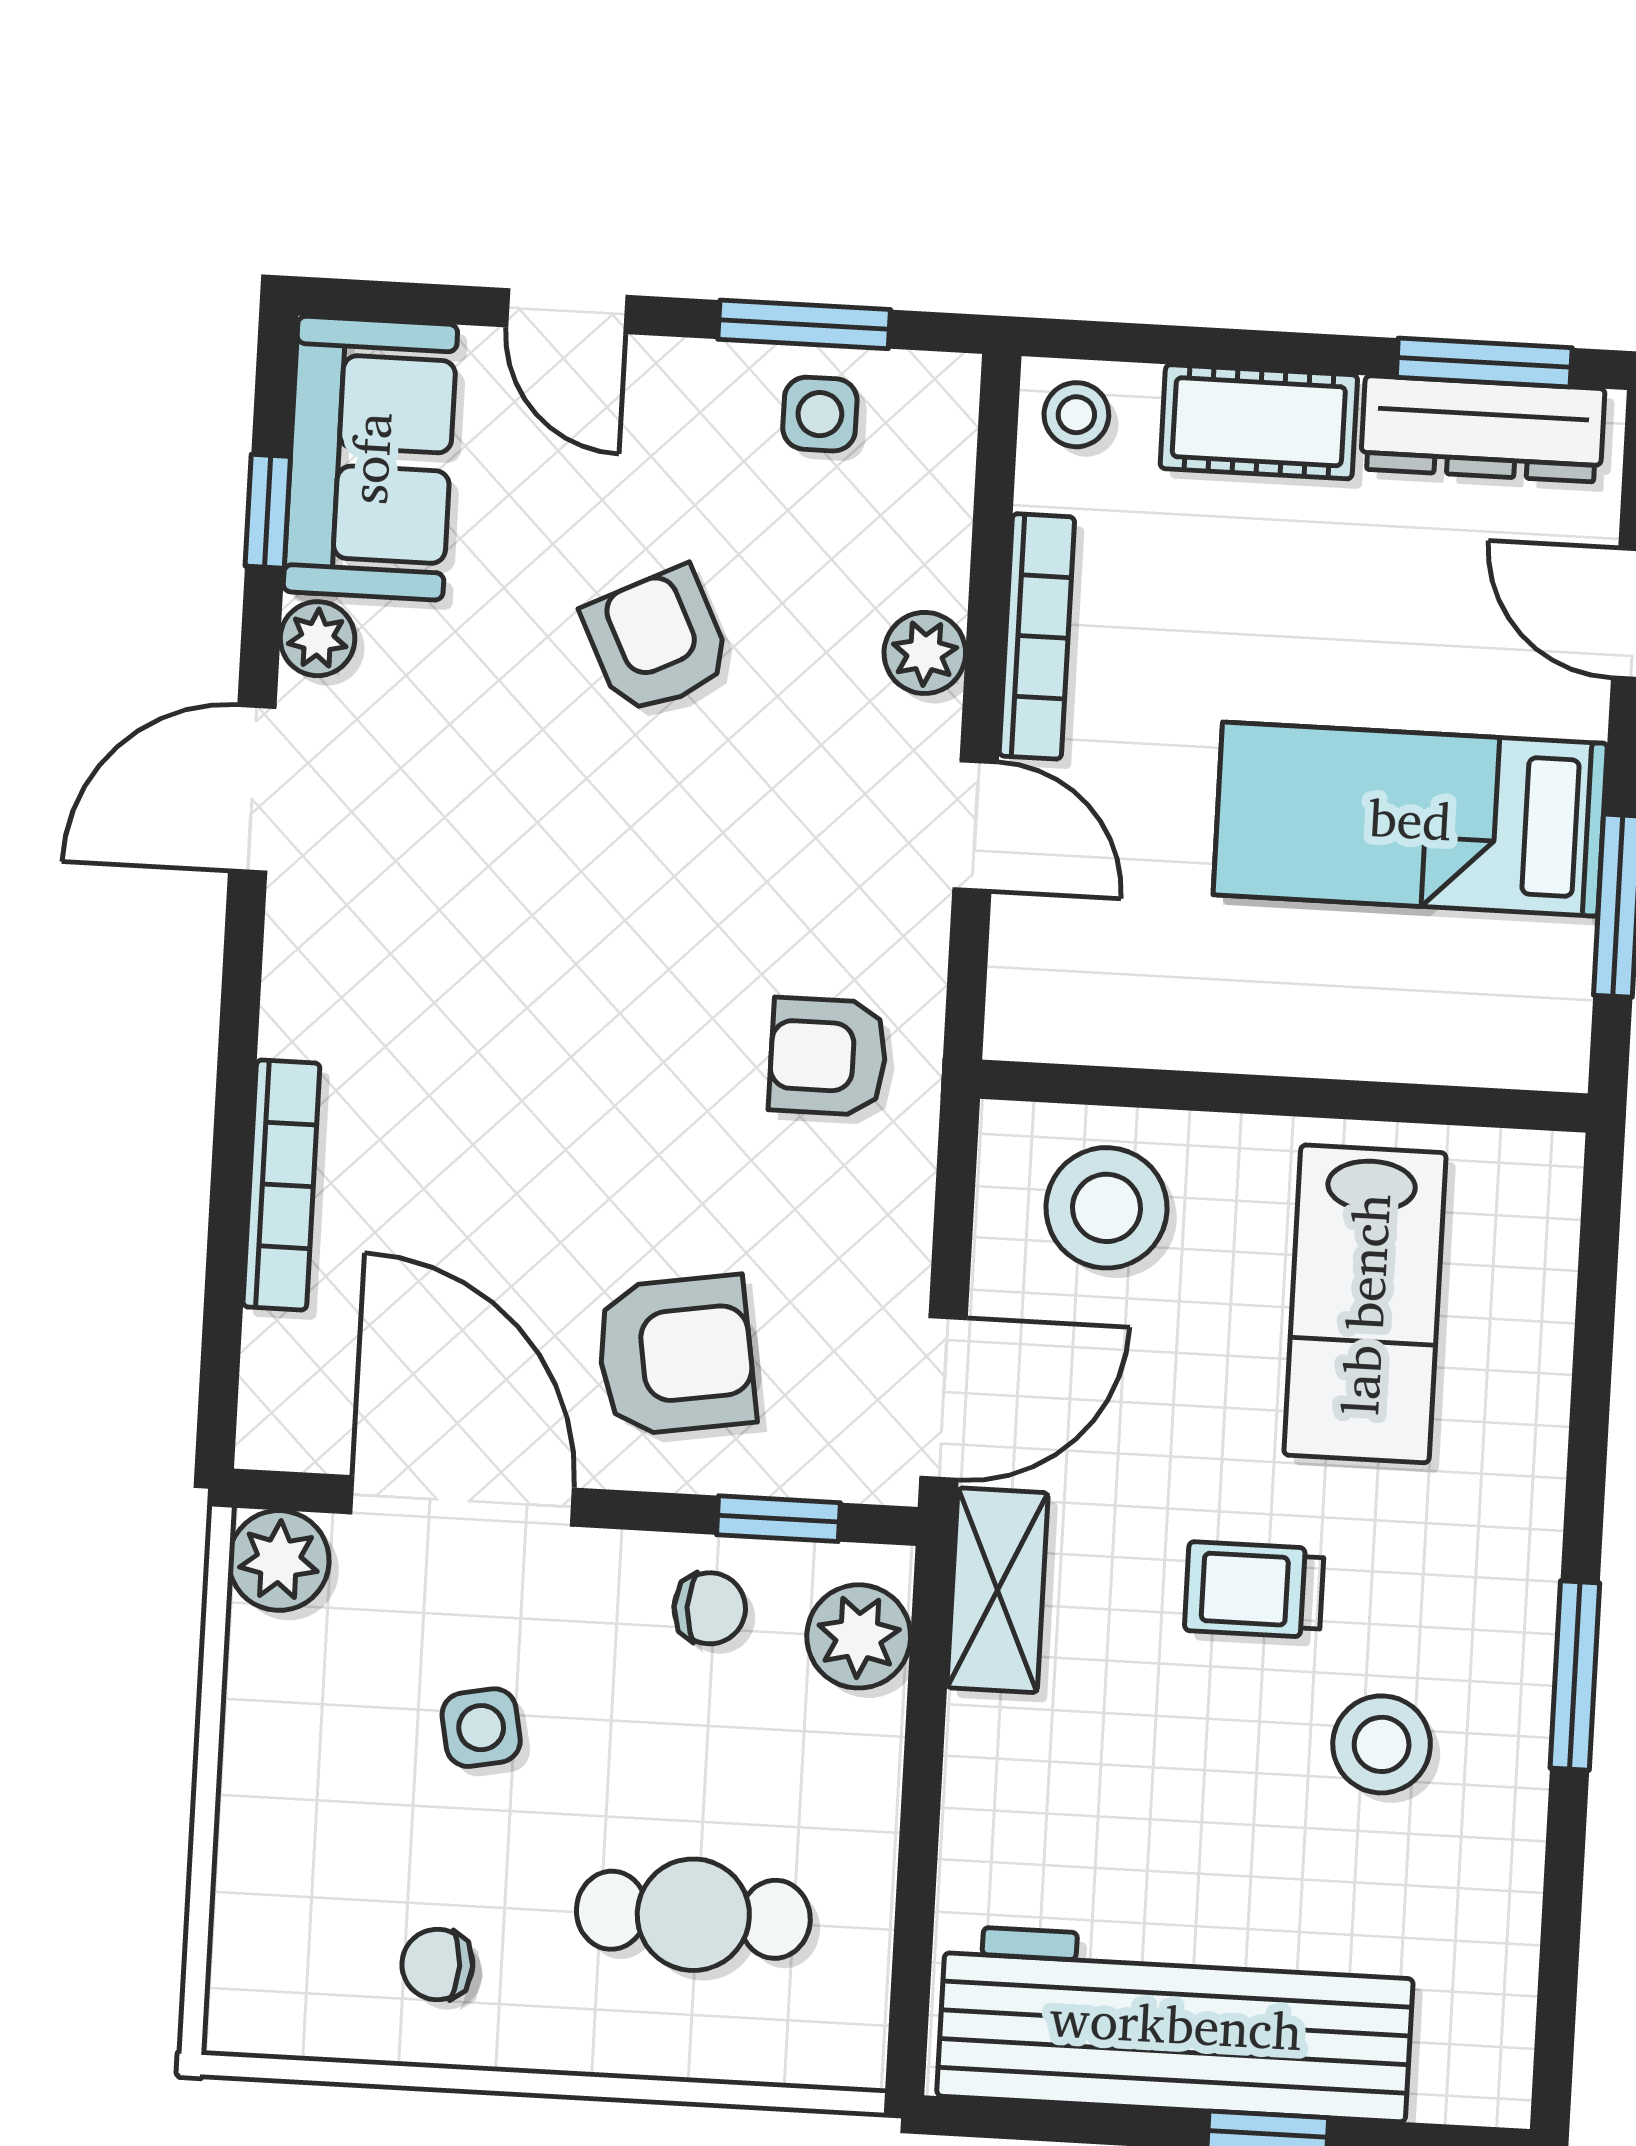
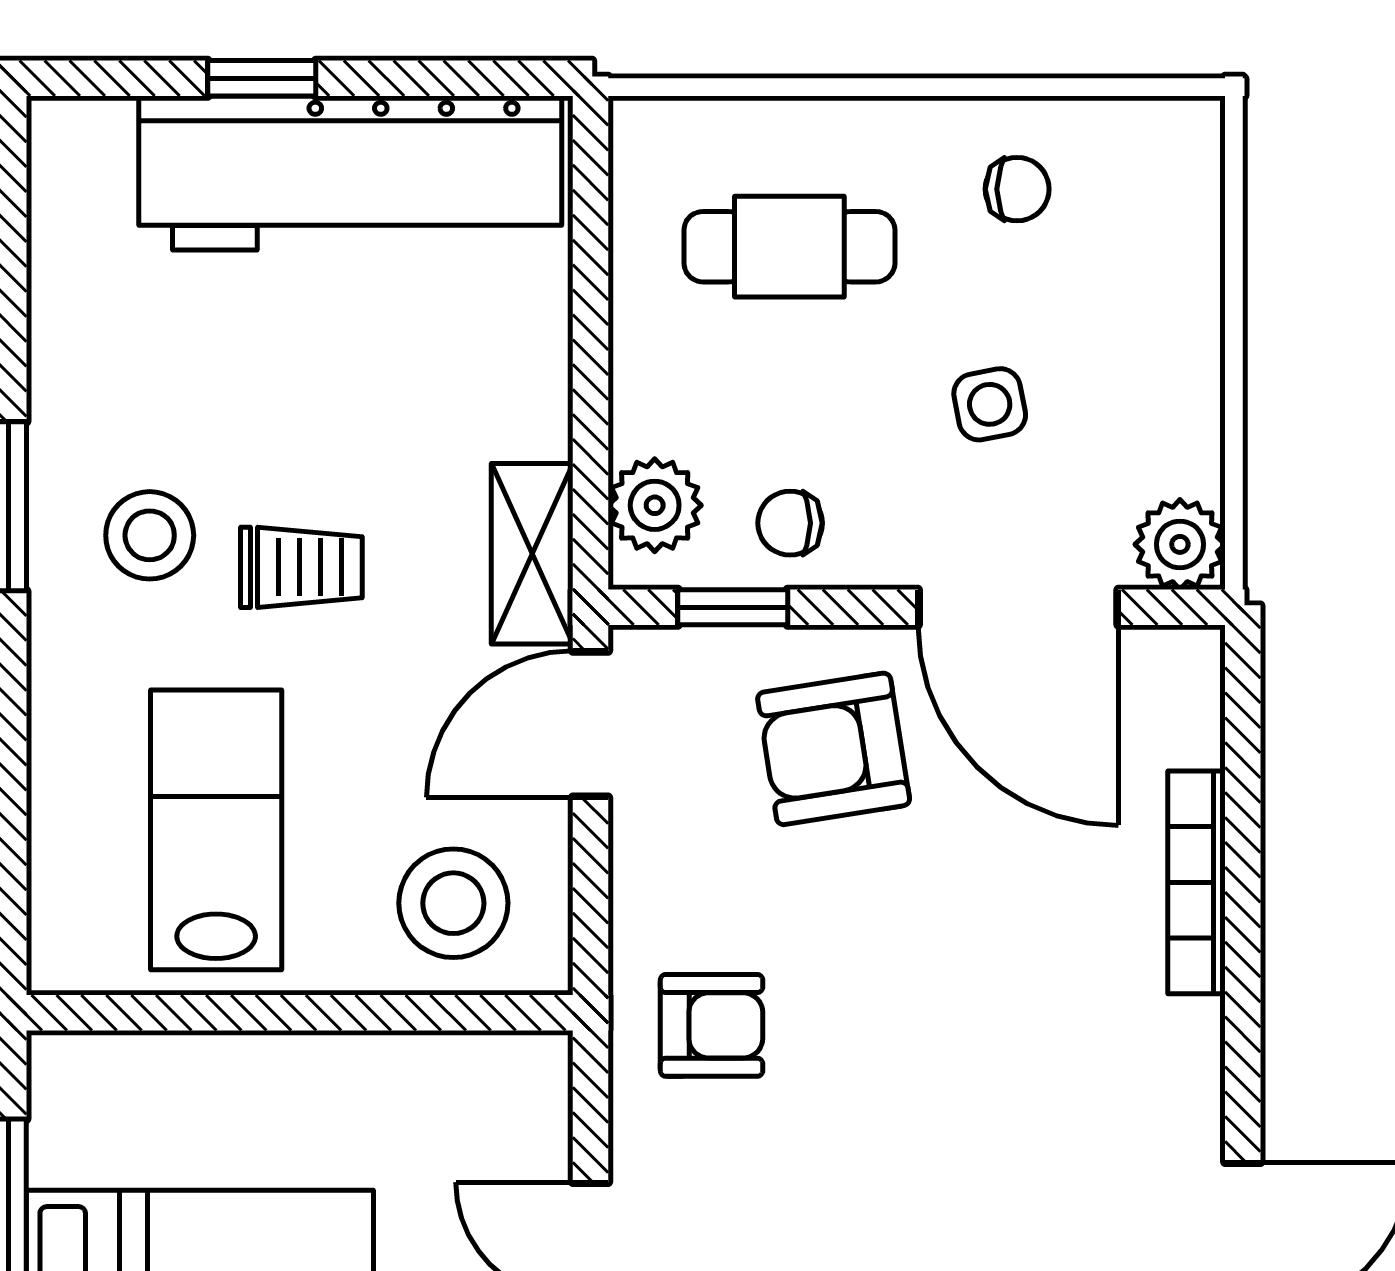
stool: (1382, 1744) -> (150, 535), moved

